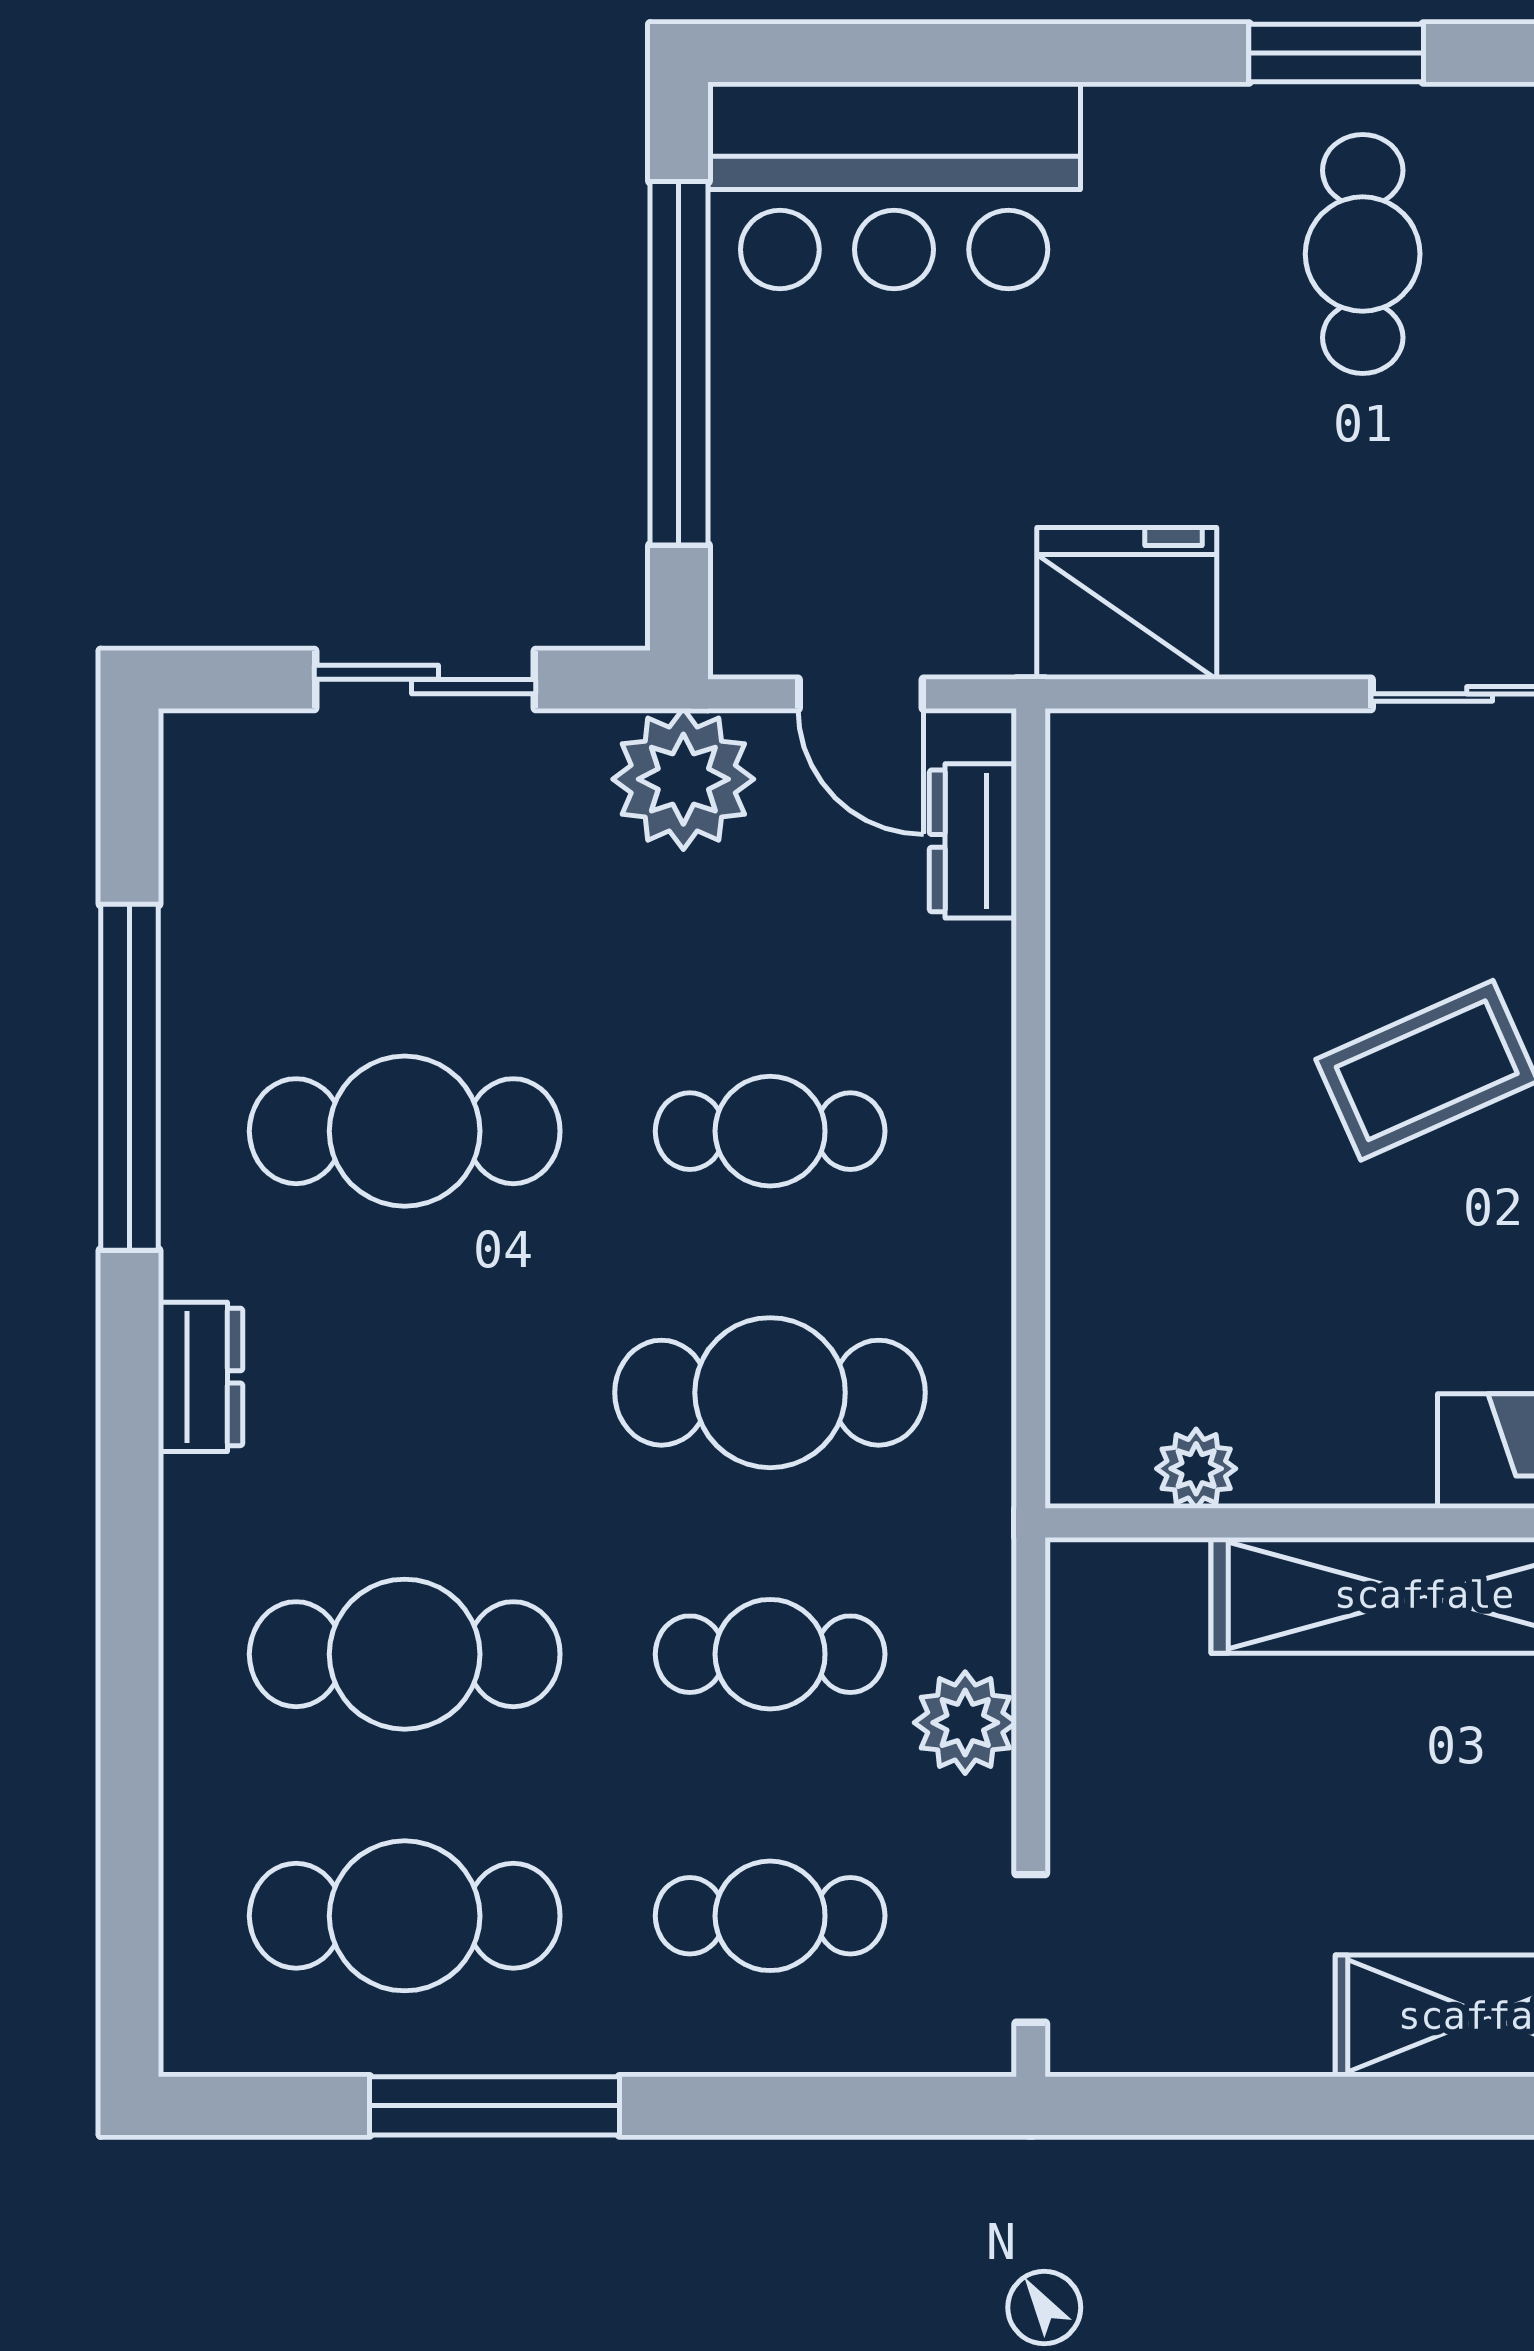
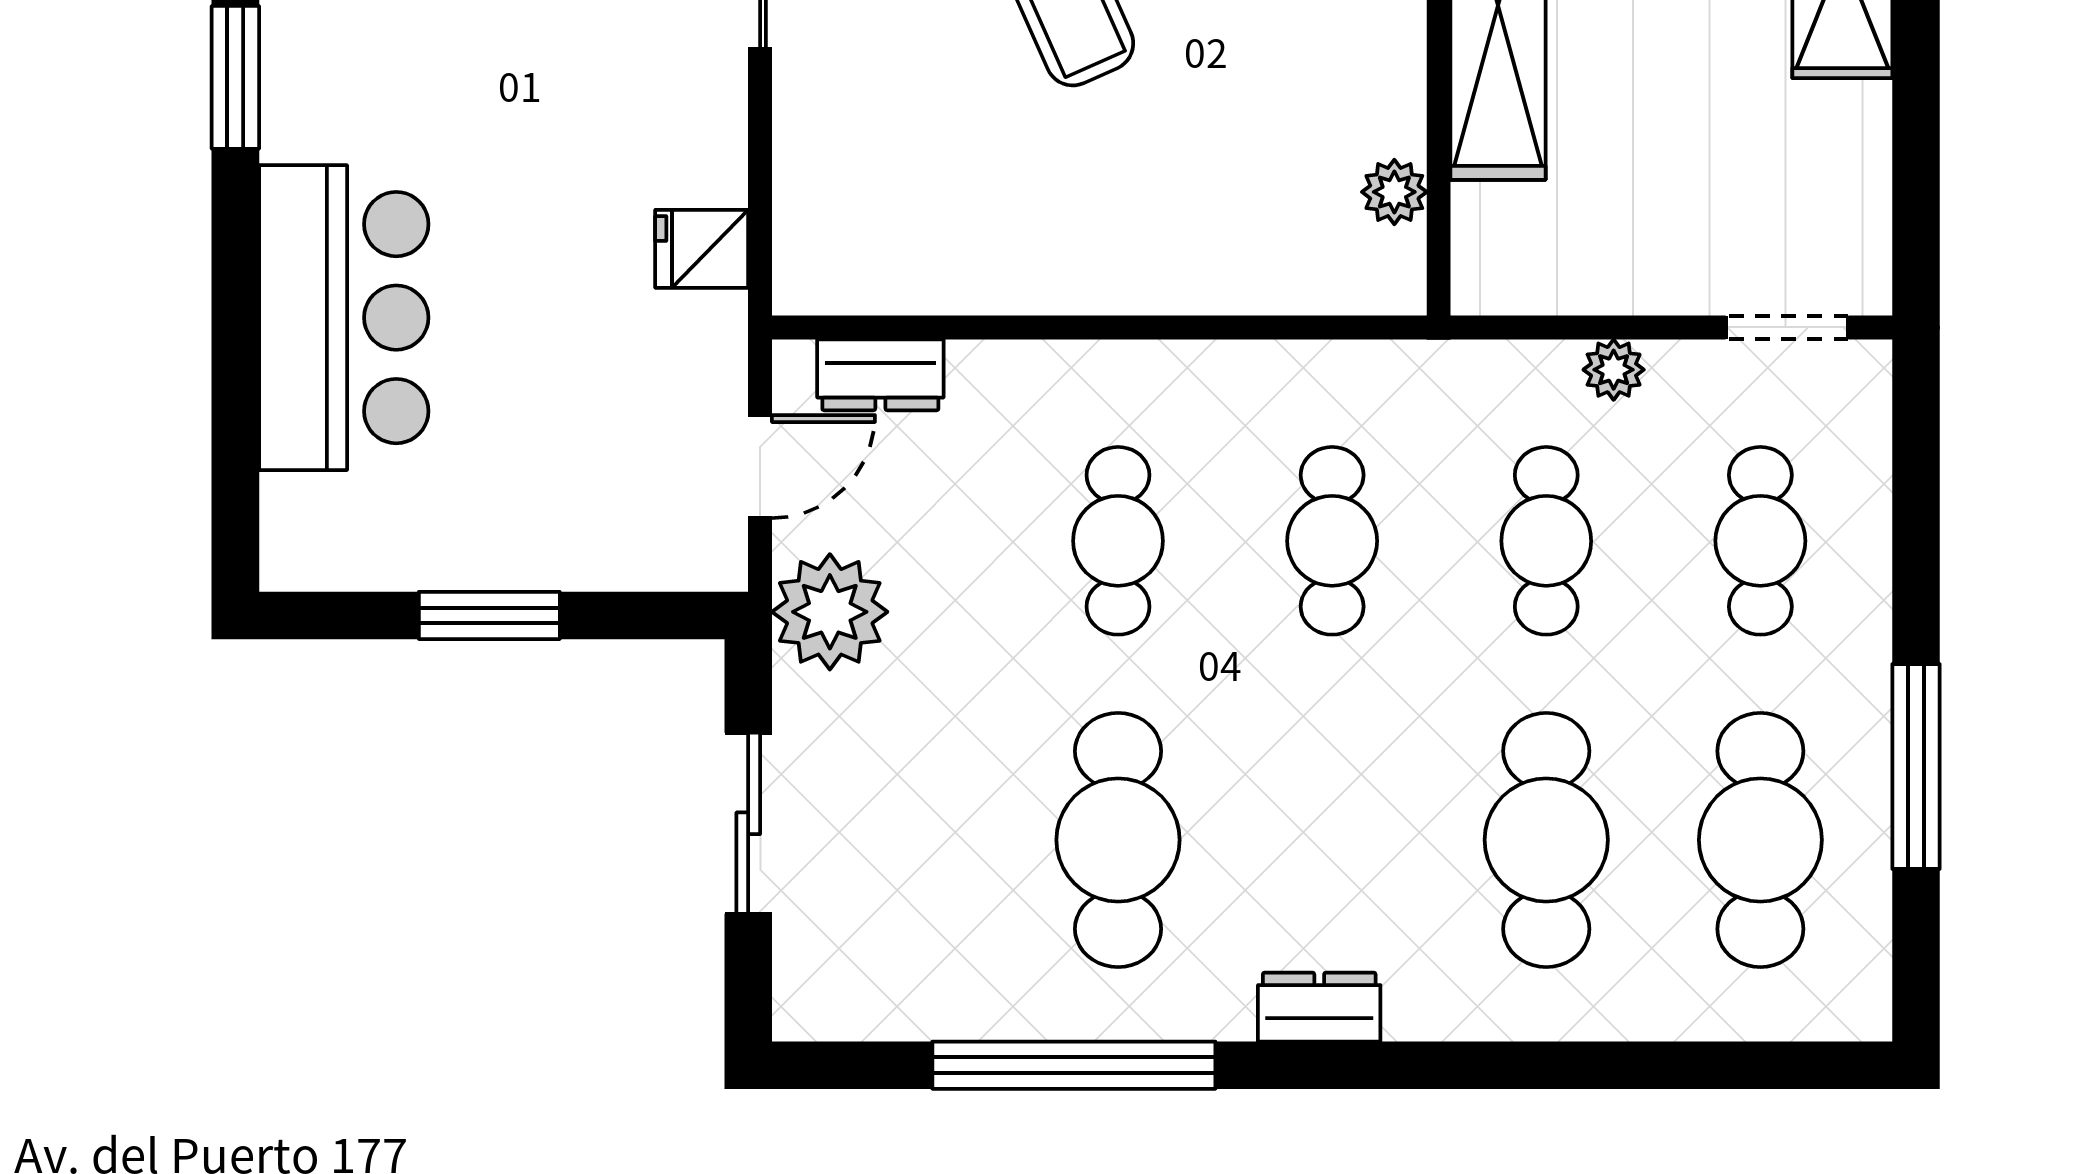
bar counter: (894, 185) -> (344, 318), moved
cafe table: (1363, 254) -> (400, 56), removed
window: (679, 363) -> (489, 615), width x0.47
fridge: (1127, 603) -> (702, 249), width x0.53, depth x0.75
cafe table: (770, 1393) -> (1332, 541), width x0.73, depth x0.74
plant: (965, 1723) -> (1614, 370), width x0.73, depth x0.73

